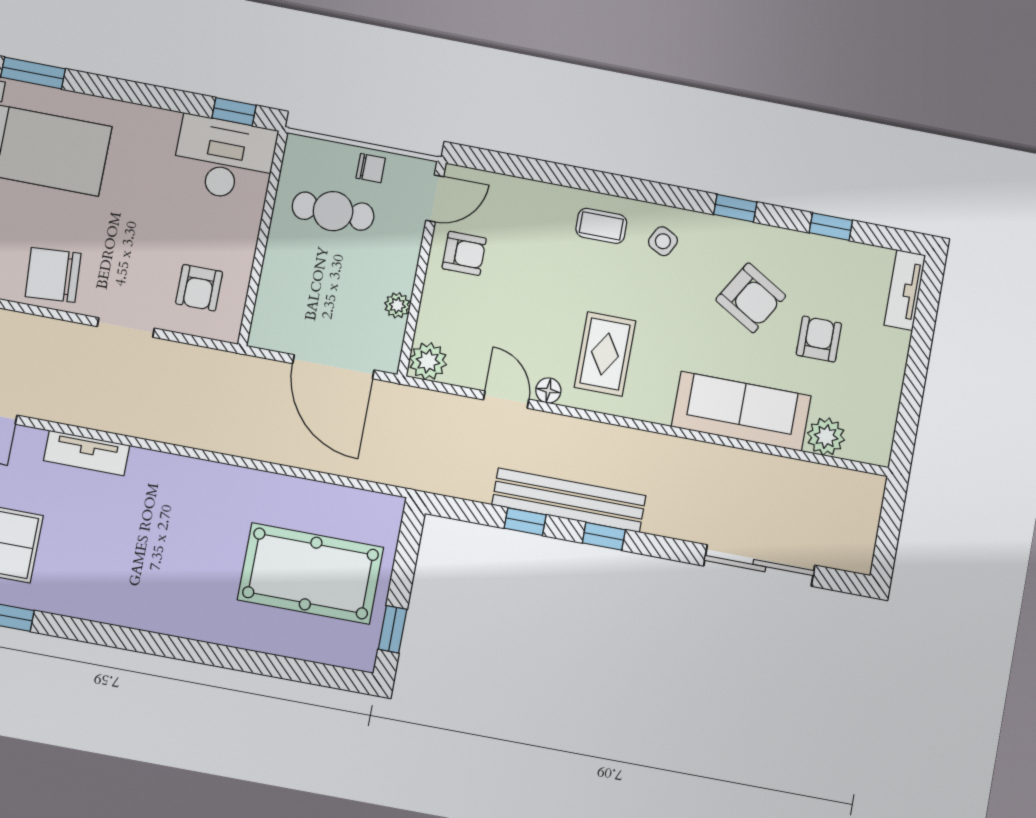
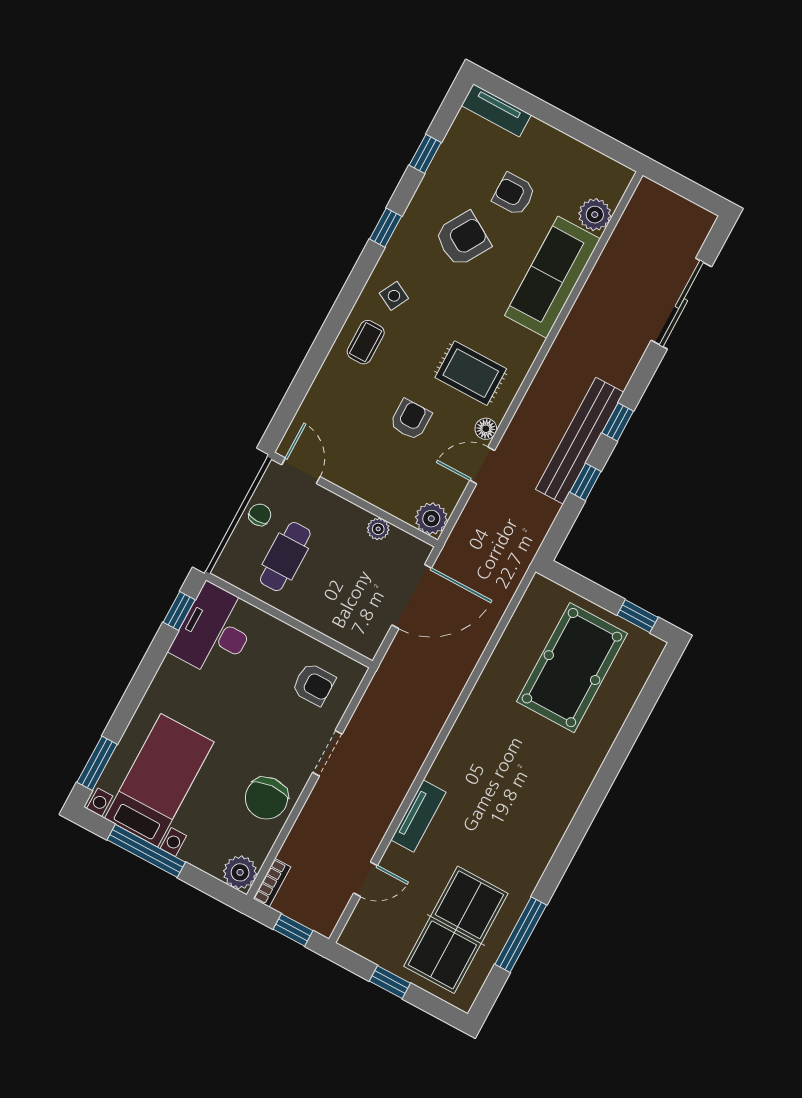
armchair: (464, 253) -> (411, 420), moved

